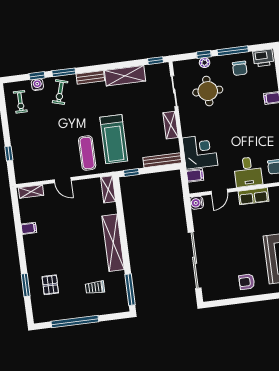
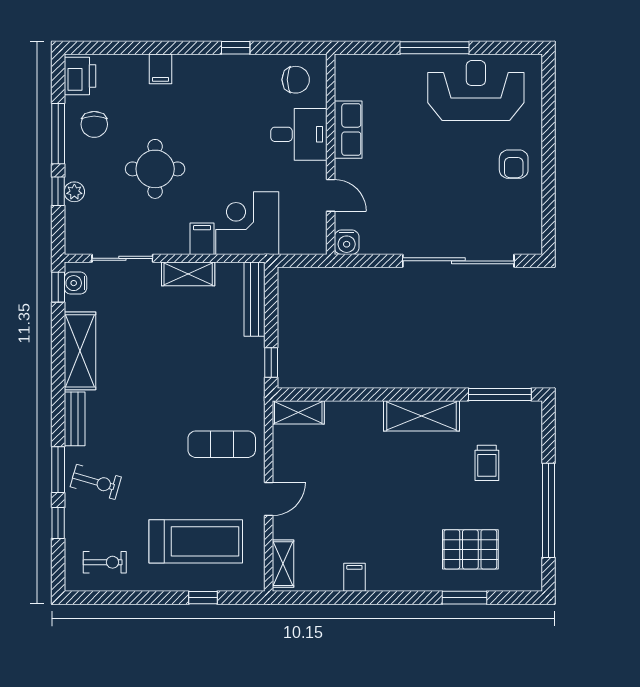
chair: (240, 68) -> (94, 124), turned 90
water cooler: (37, 85) -> (75, 283), moved
round table: (208, 91) -> (155, 169), moved
treadmill: (114, 139) -> (196, 541), moved
filing cabinet: (195, 175) -> (202, 239), moved
shelving: (113, 243) -> (422, 416), width x0.68
pallet: (50, 285) -> (470, 549), width x1.50, depth x1.42

